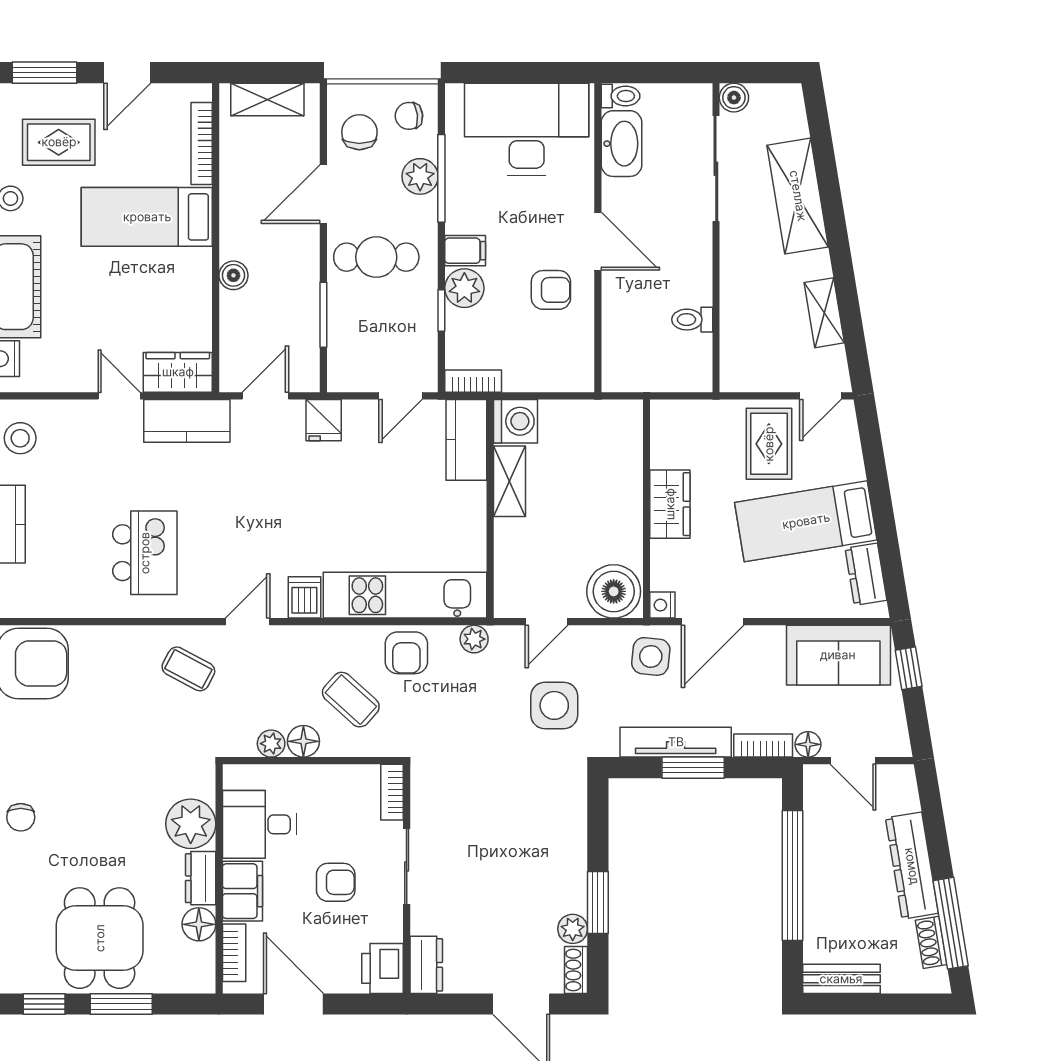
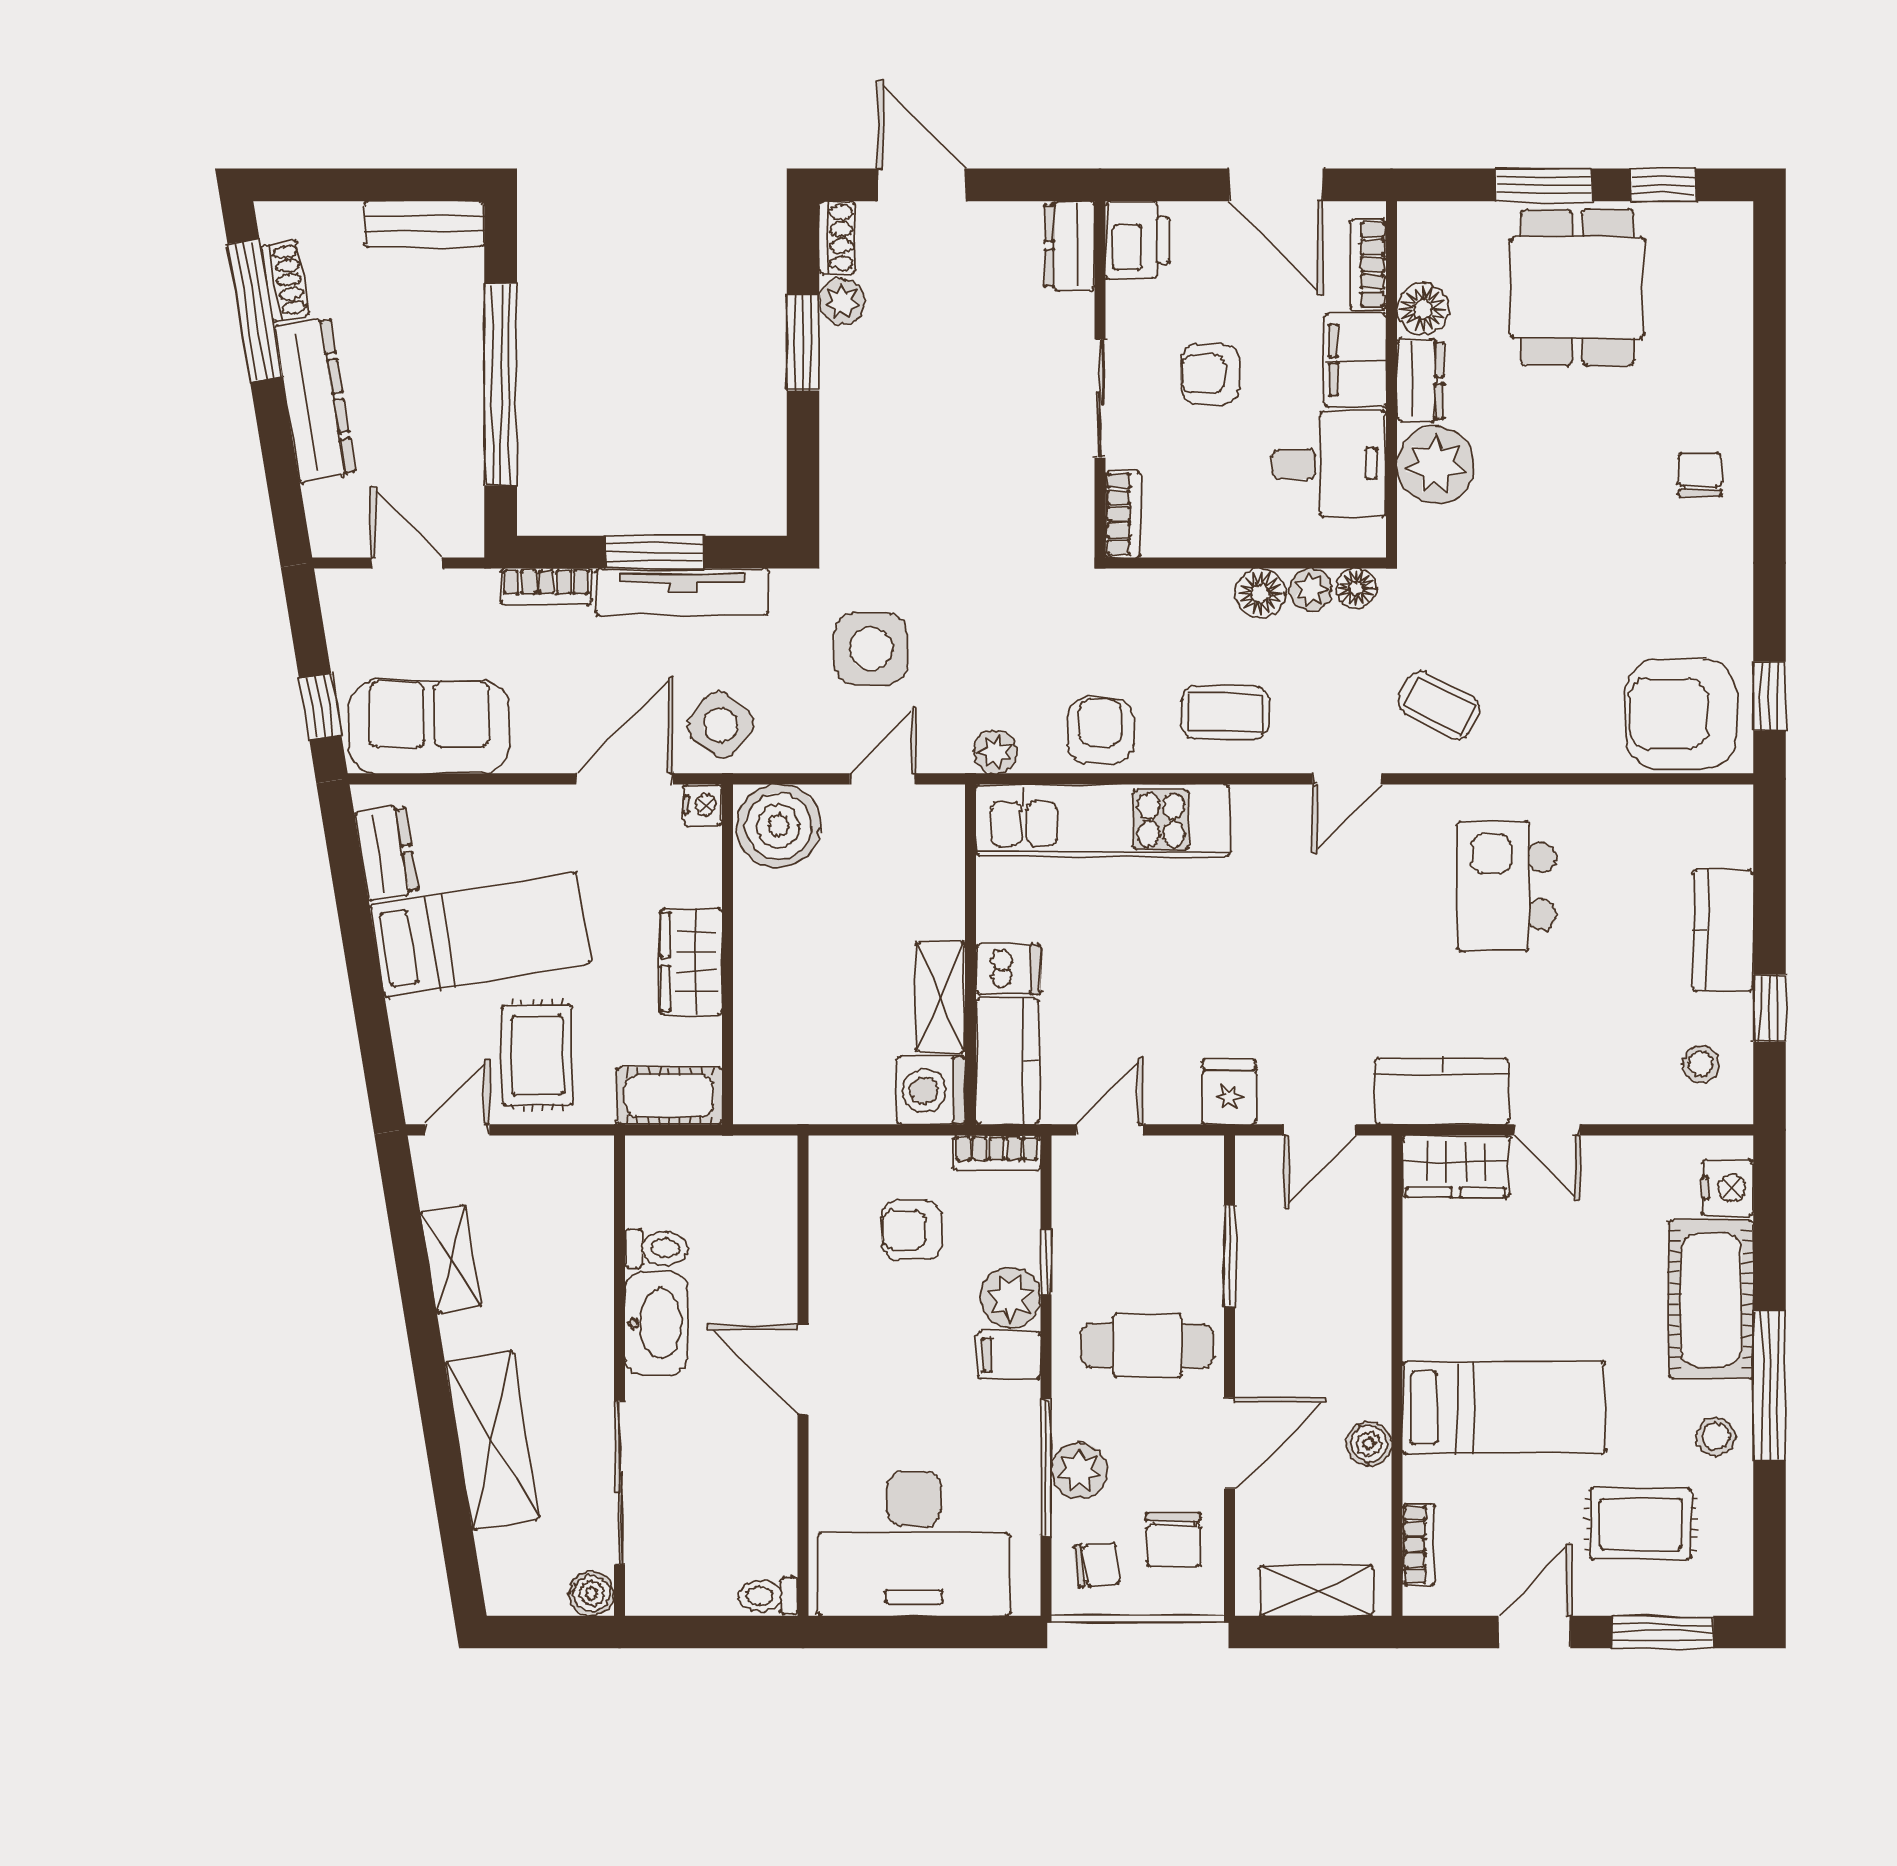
bookcase: (202, 144) -> (1419, 1545), width x0.64
washbasin: (621, 144) -> (656, 1323), moved, turned 180
boiler: (233, 275) -> (1369, 1444), moved
armchair: (551, 290) -> (911, 1230), moved
cot: (684, 418) -> (669, 1096), added
stool: (20, 438) -> (1701, 1064), width x0.73, depth x0.73
dishwasher: (304, 597) -> (1008, 969), moved, turned -90
side table: (651, 656) -> (721, 725), turned 31
coffee table: (351, 700) -> (1225, 712), moved, turned -42
floor lamp: (808, 744) -> (1356, 588), moved

